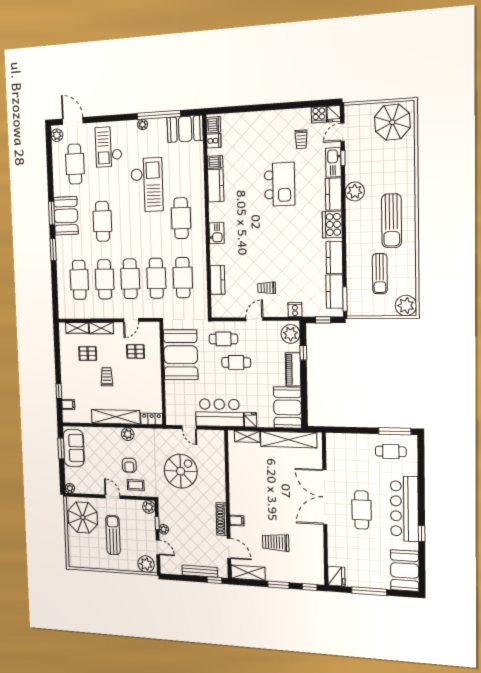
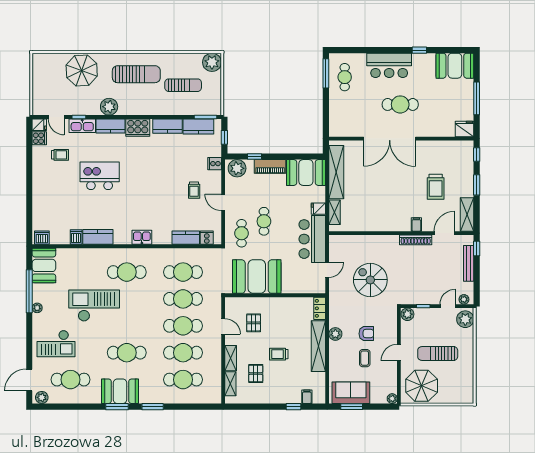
parasol: (392, 122) -> (82, 71), moved
cooker: (214, 141) -> (207, 238), moved
coffee table: (136, 485) -> (365, 358), moved
bar counter: (404, 509) -> (389, 65), width x0.73
plant: (164, 529) -> (464, 299), moved

